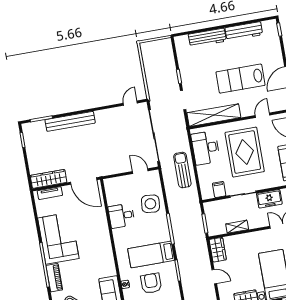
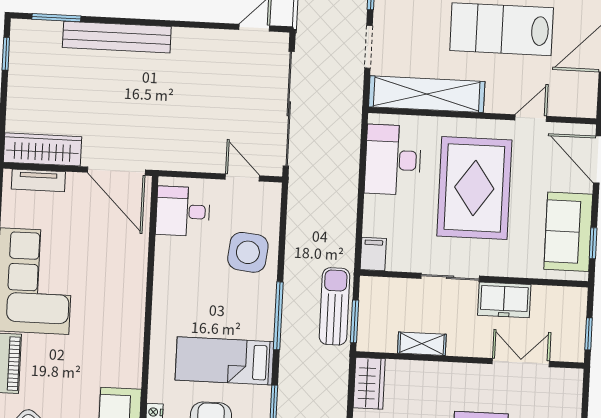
sun lounger: (182, 170) -> (335, 306), moved
filing cabinet: (219, 189) -> (373, 254), moved
desk: (121, 216) -> (183, 211), moved

